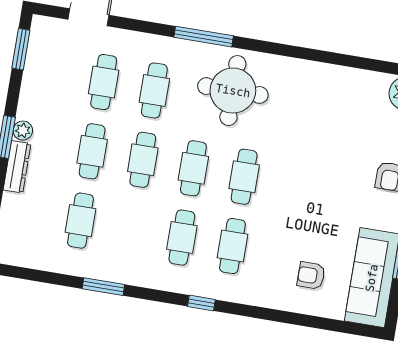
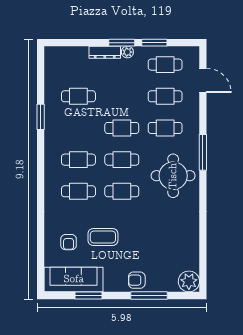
window: (21, 49) -> (154, 43), moved
cafe table: (92, 151) -> (165, 65), moved
coffee table: (312, 219) -> (103, 237), added
armchair: (311, 275) -> (69, 242), turned 180
window: (201, 303) -> (41, 178), removed

